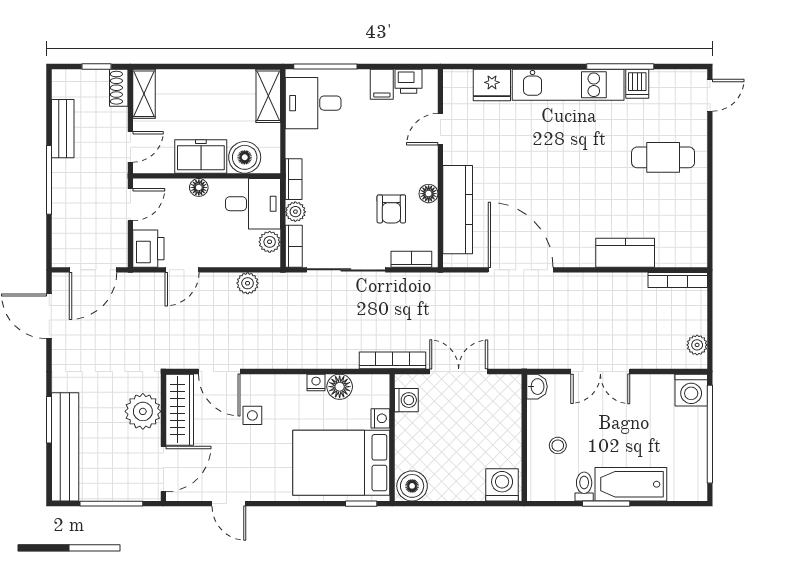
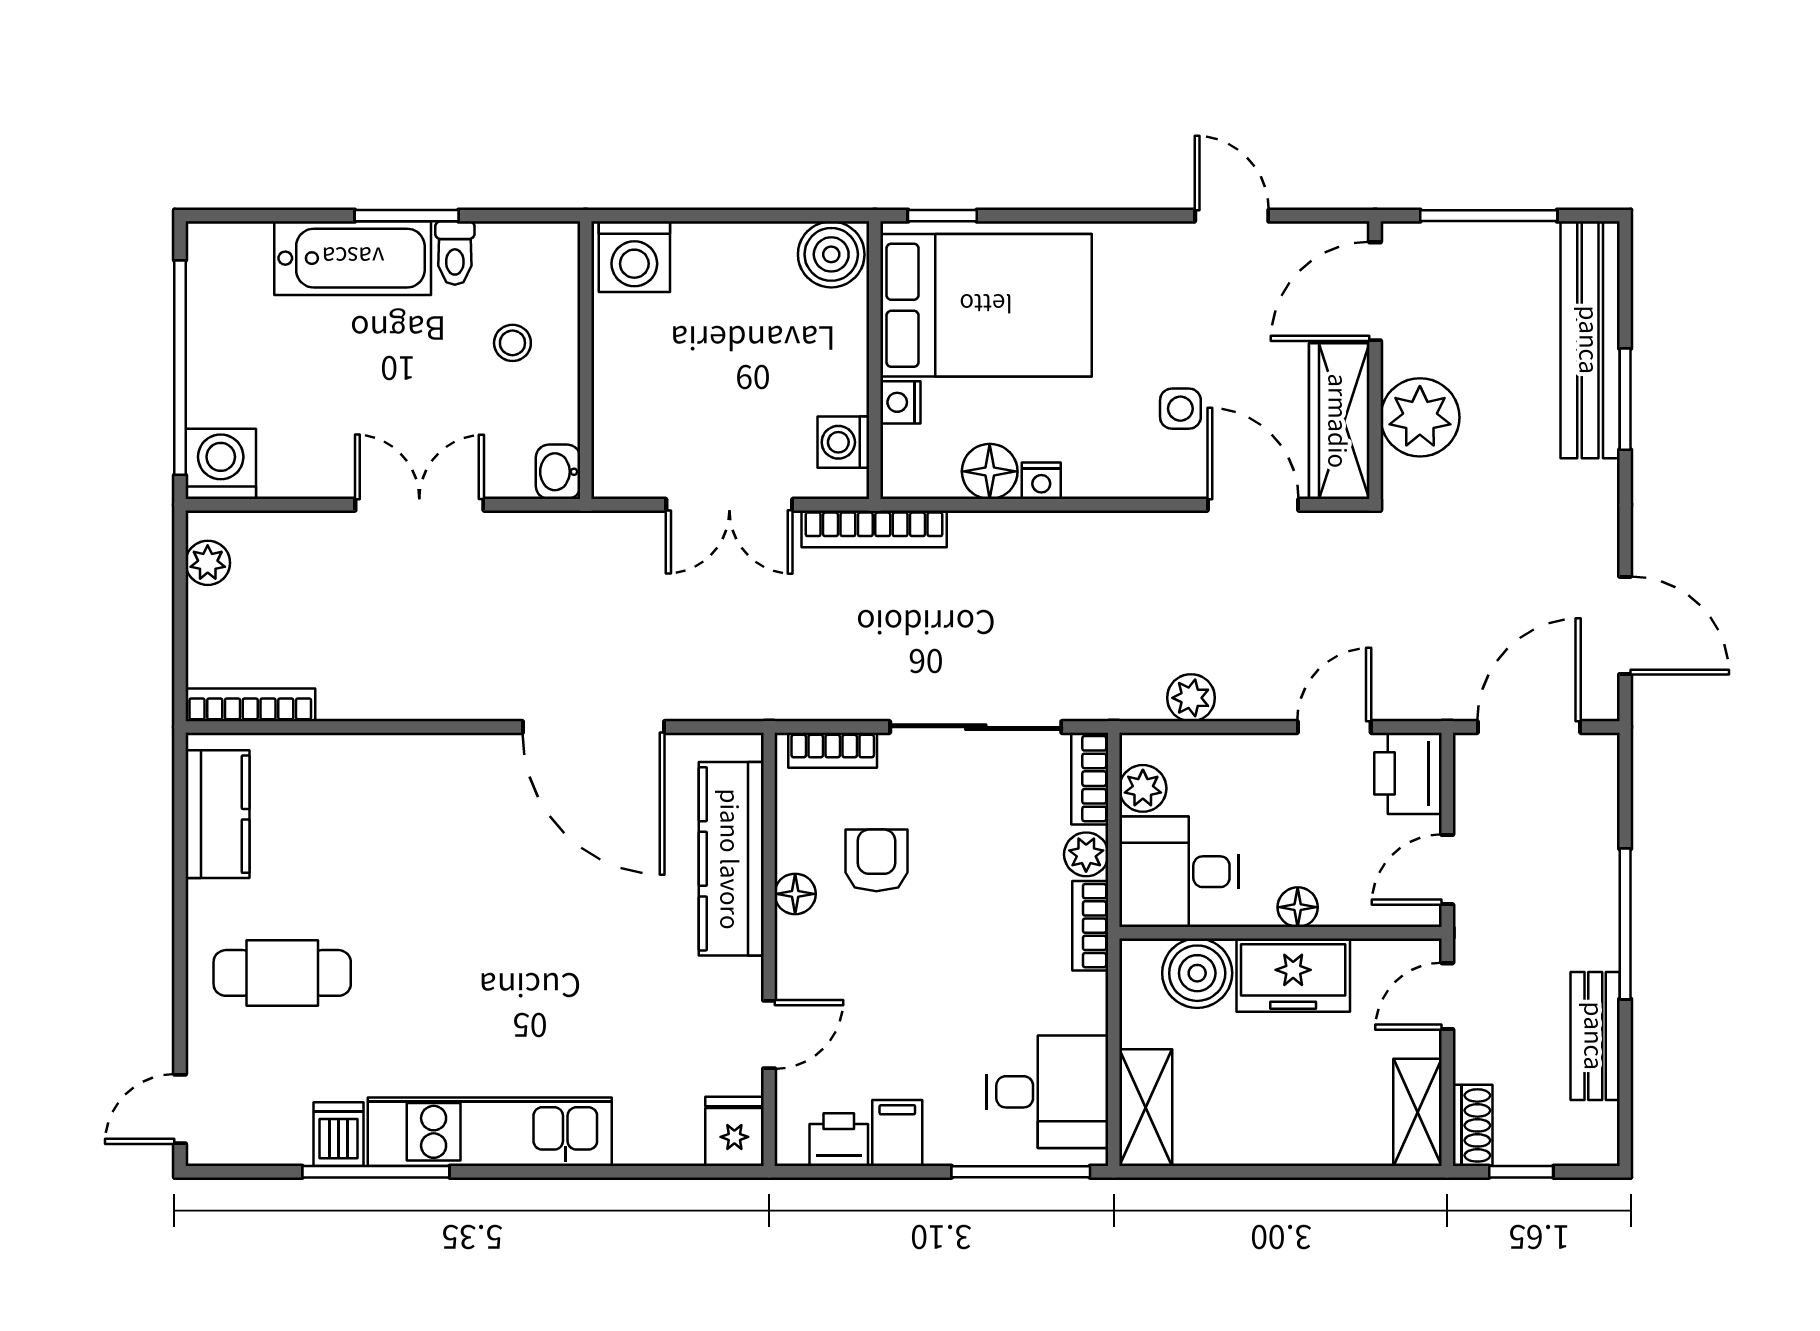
fridge: (492, 85) -> (734, 1131), moved, width x0.72
kitchen counter: (625, 253) -> (217, 814), moved, turned -90

